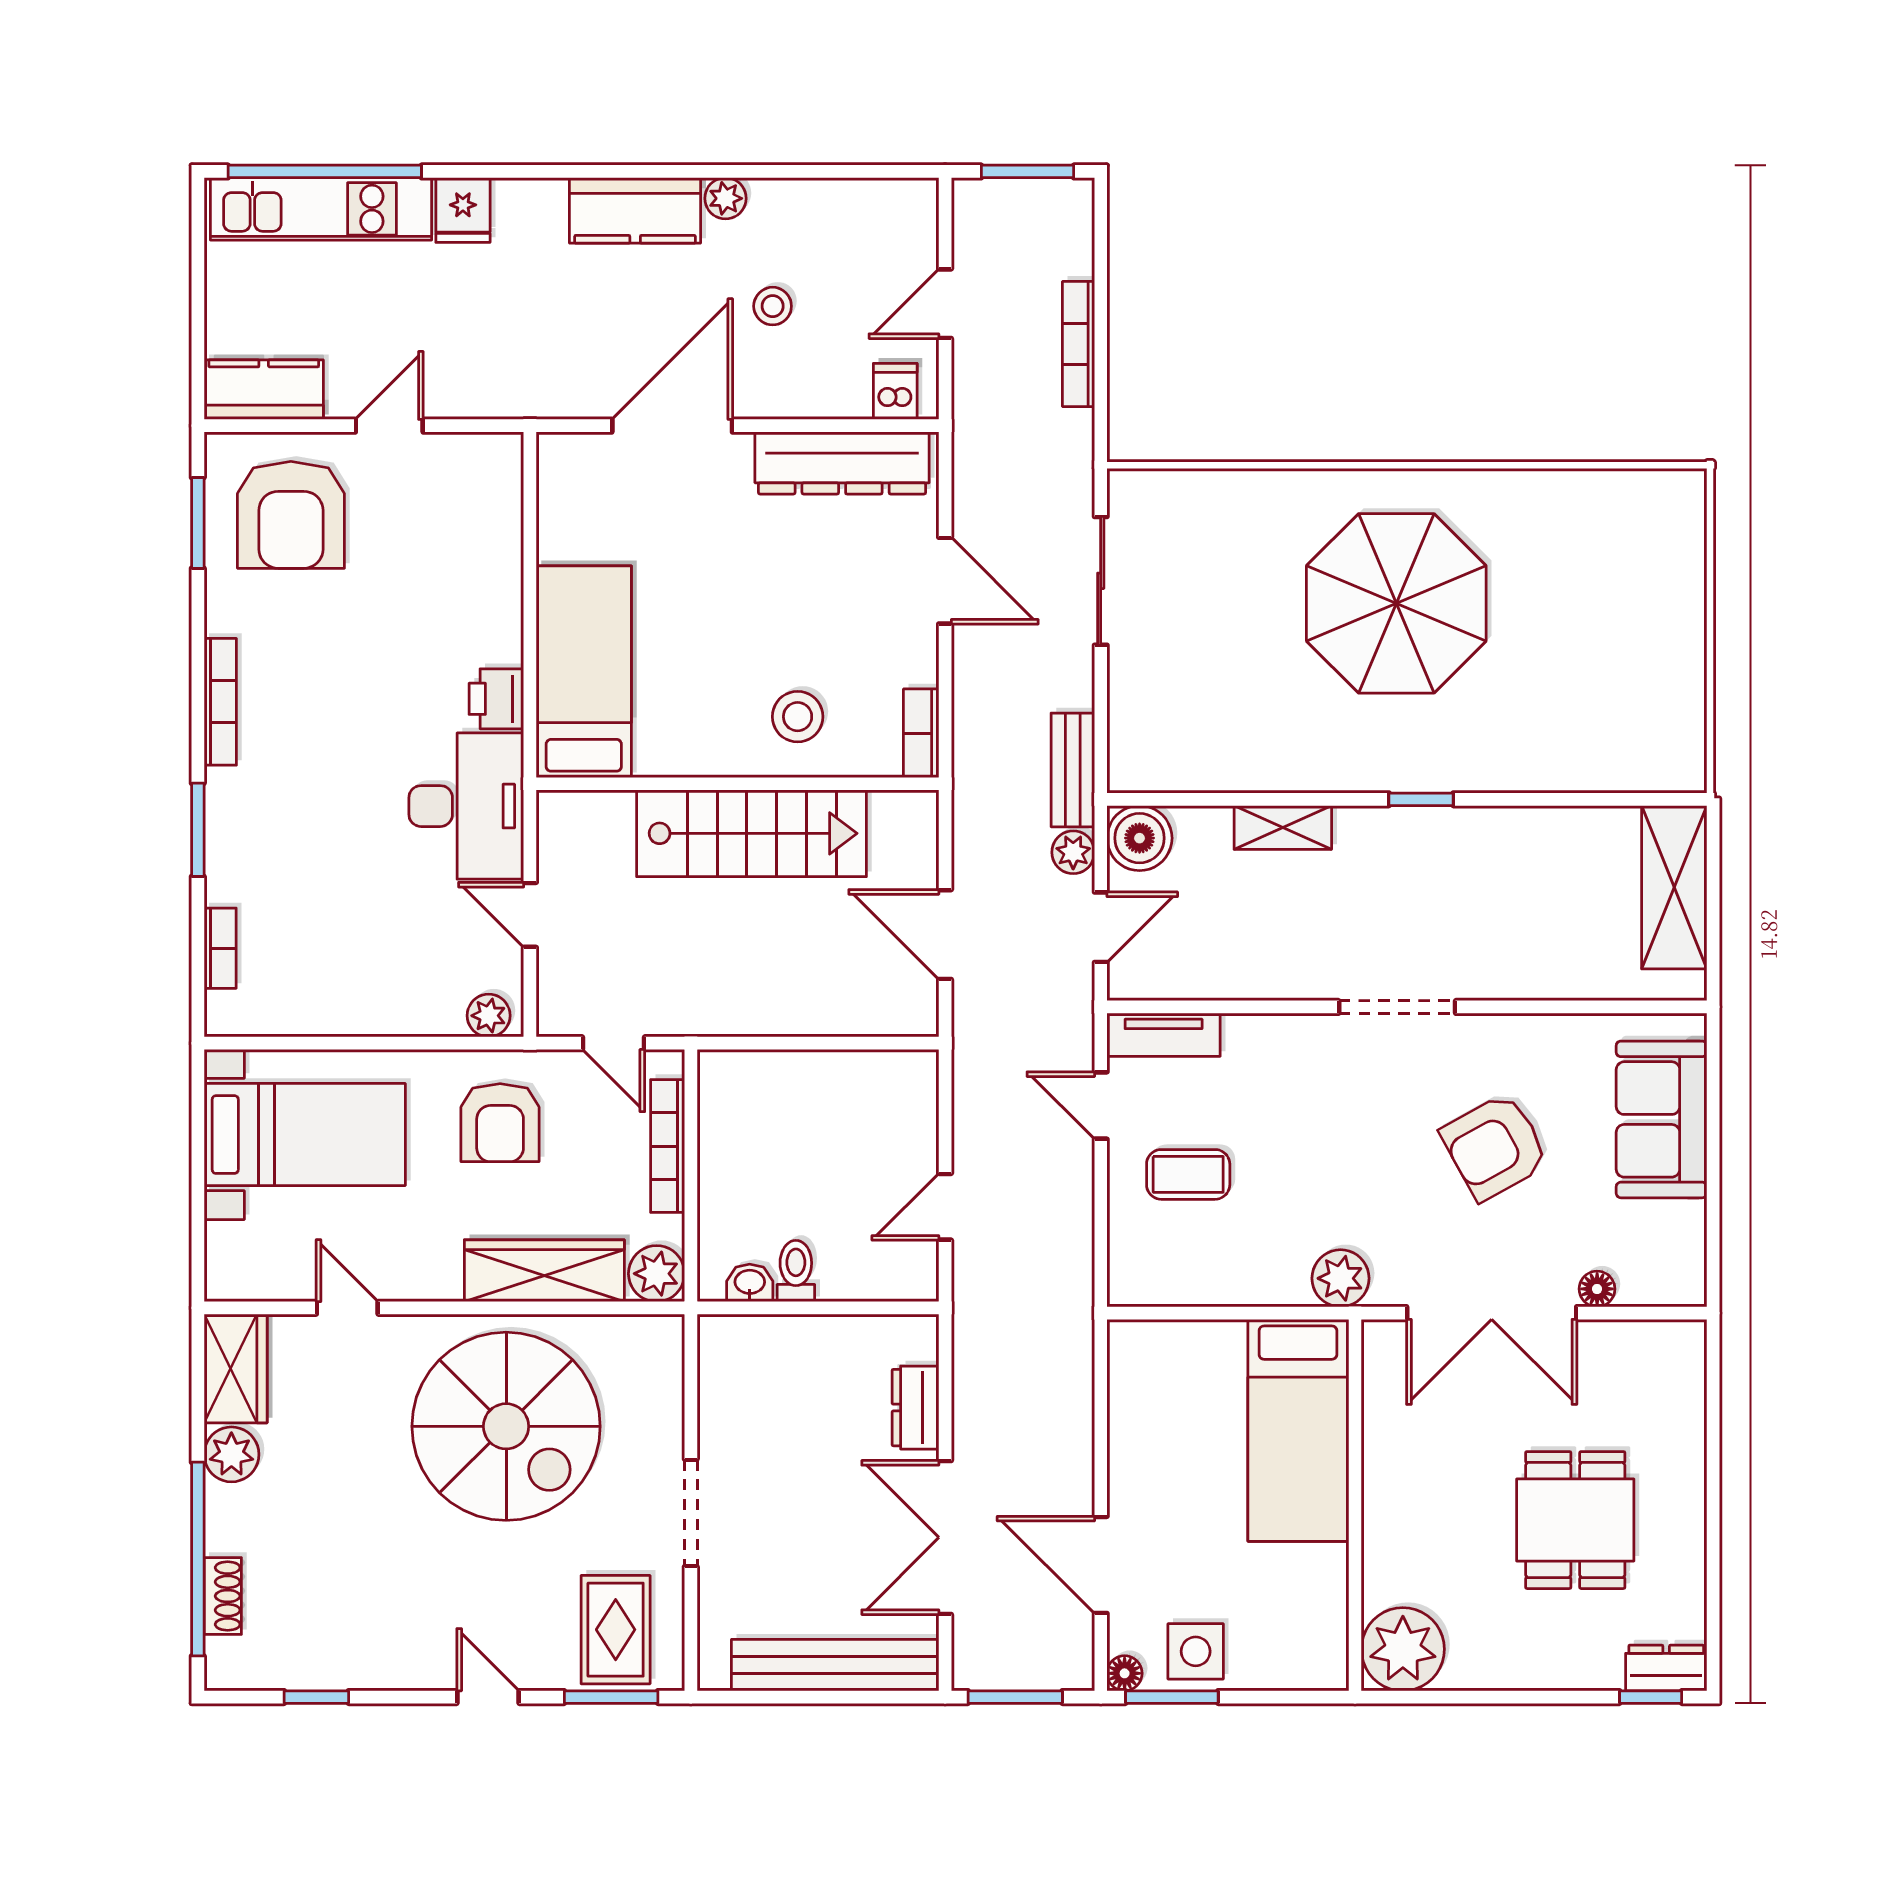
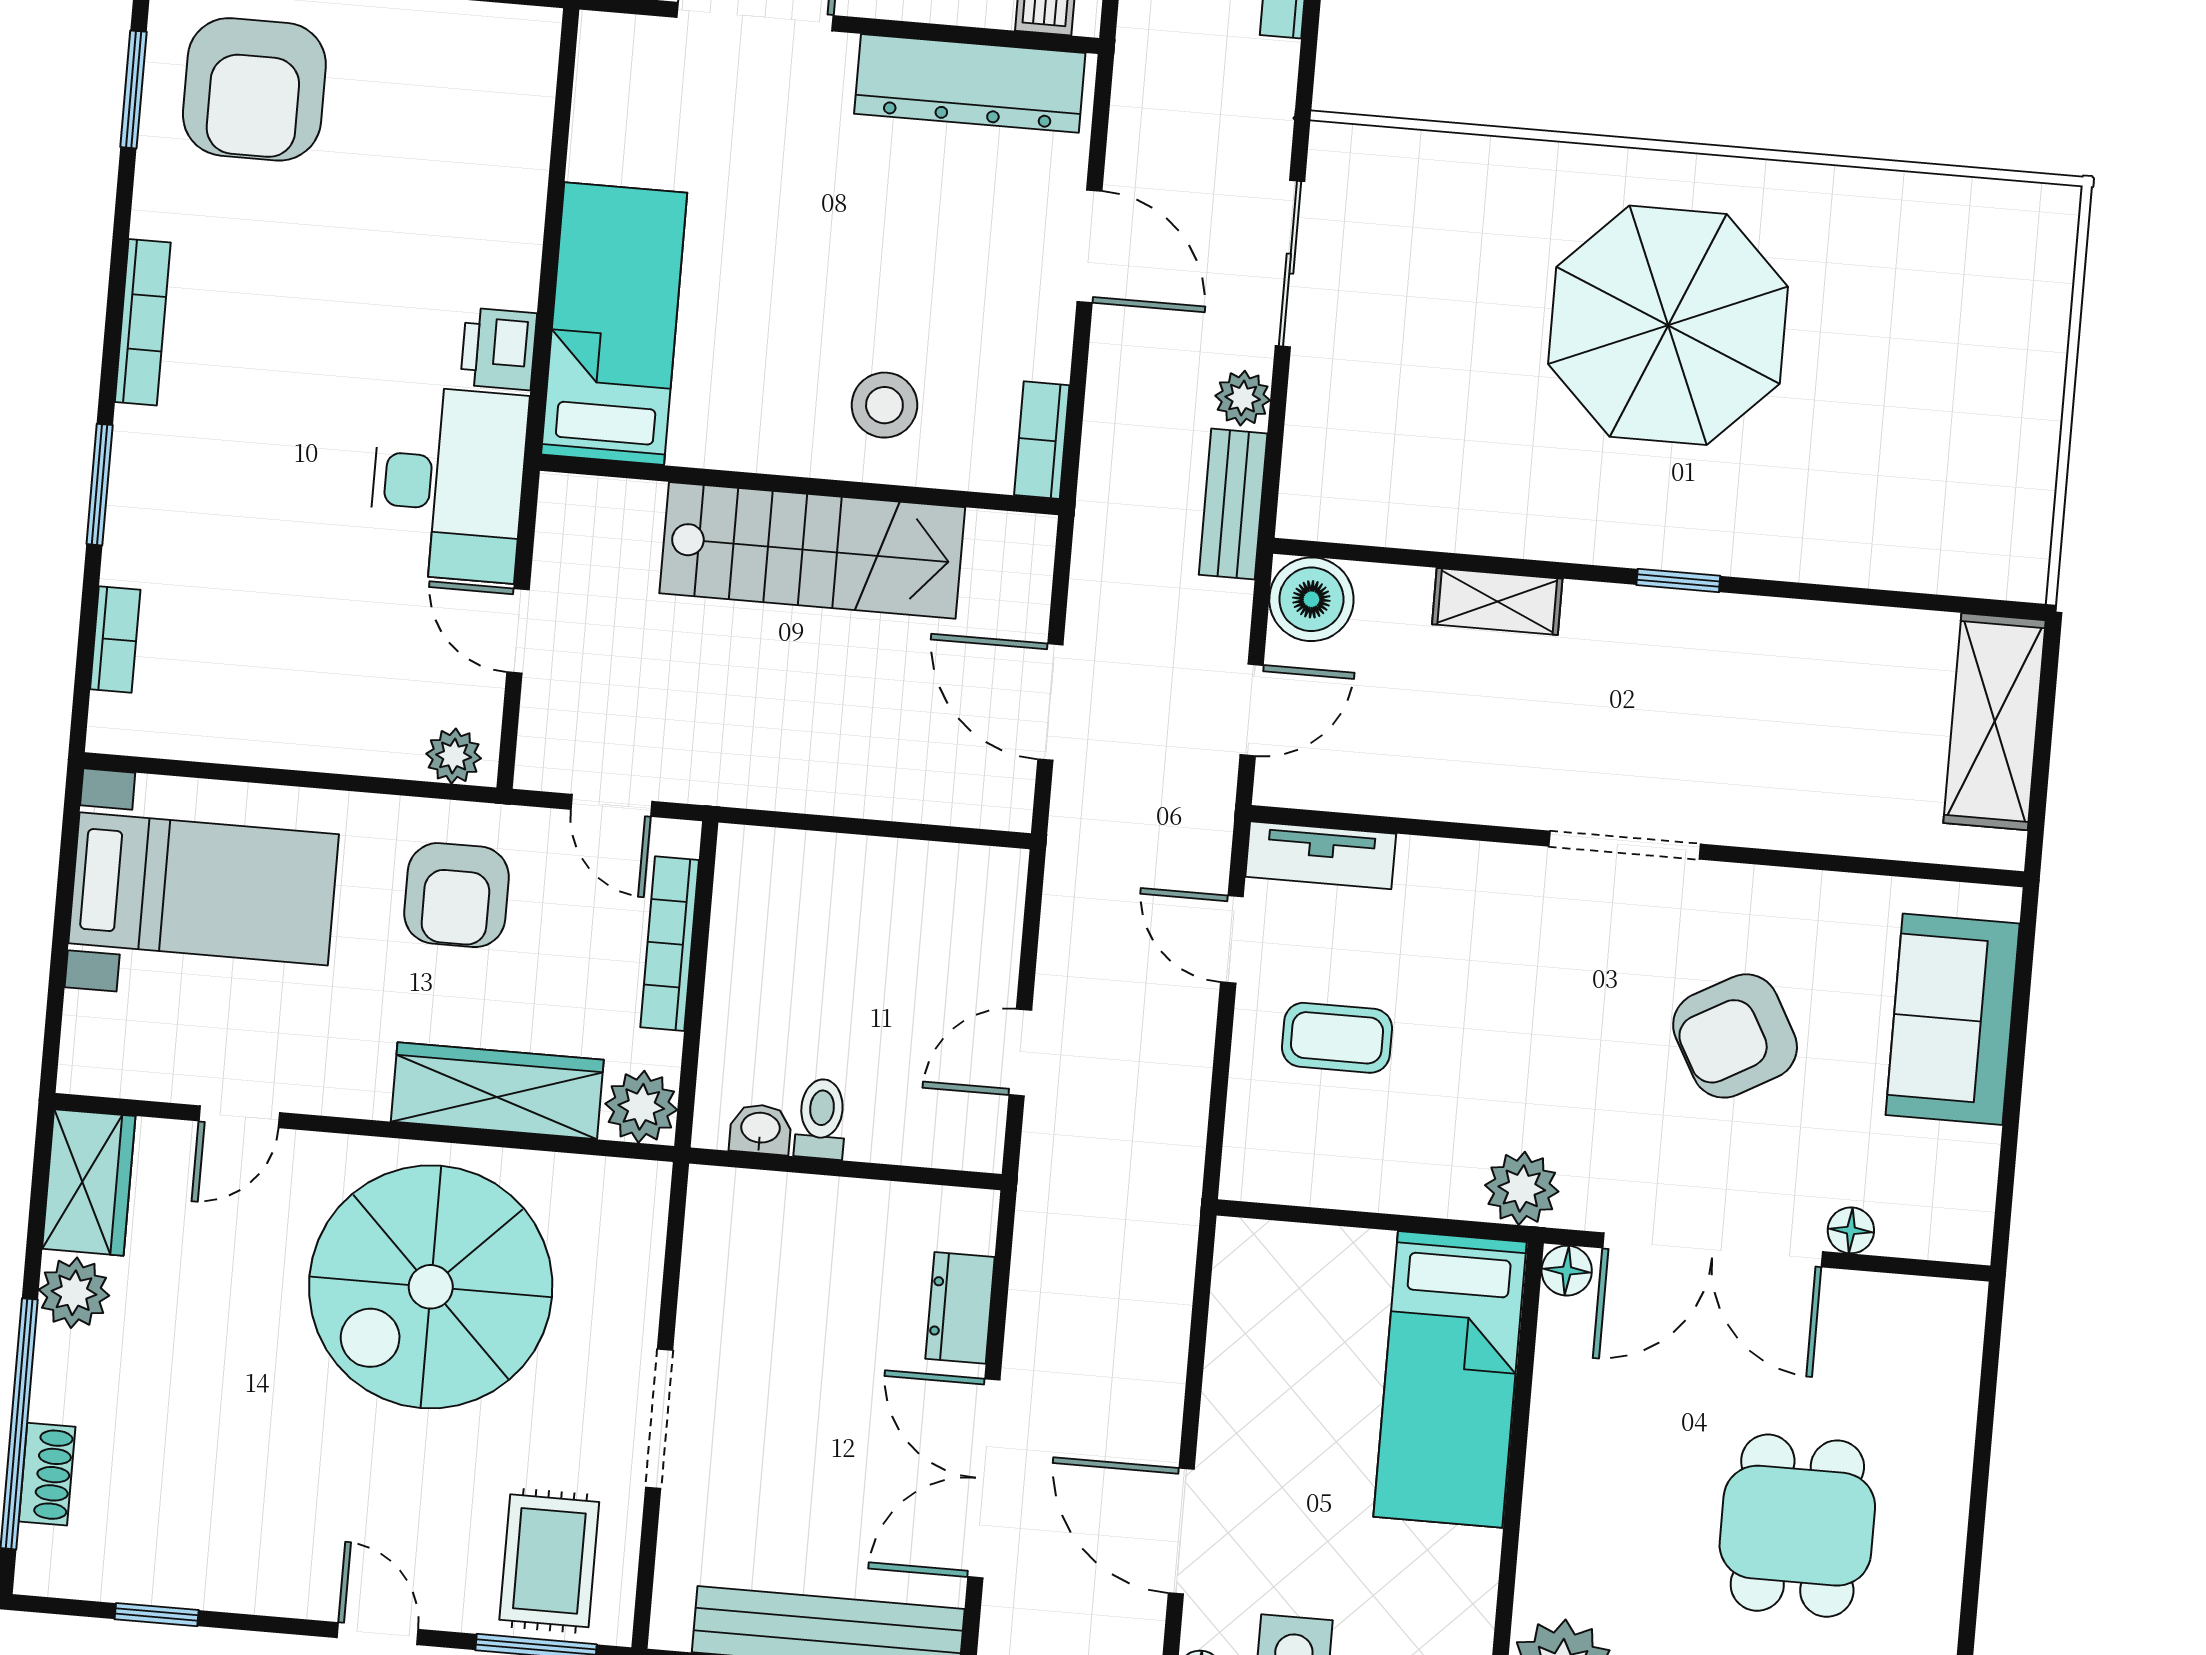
plant: (1073, 852) -> (1243, 398), moved
door: (347, 1308) -> (239, 1117), swing flipped
floor lamp: (1381, 1339) -> (1567, 1271), added
spiral stairs: (506, 1426) -> (431, 1287), turned 90

